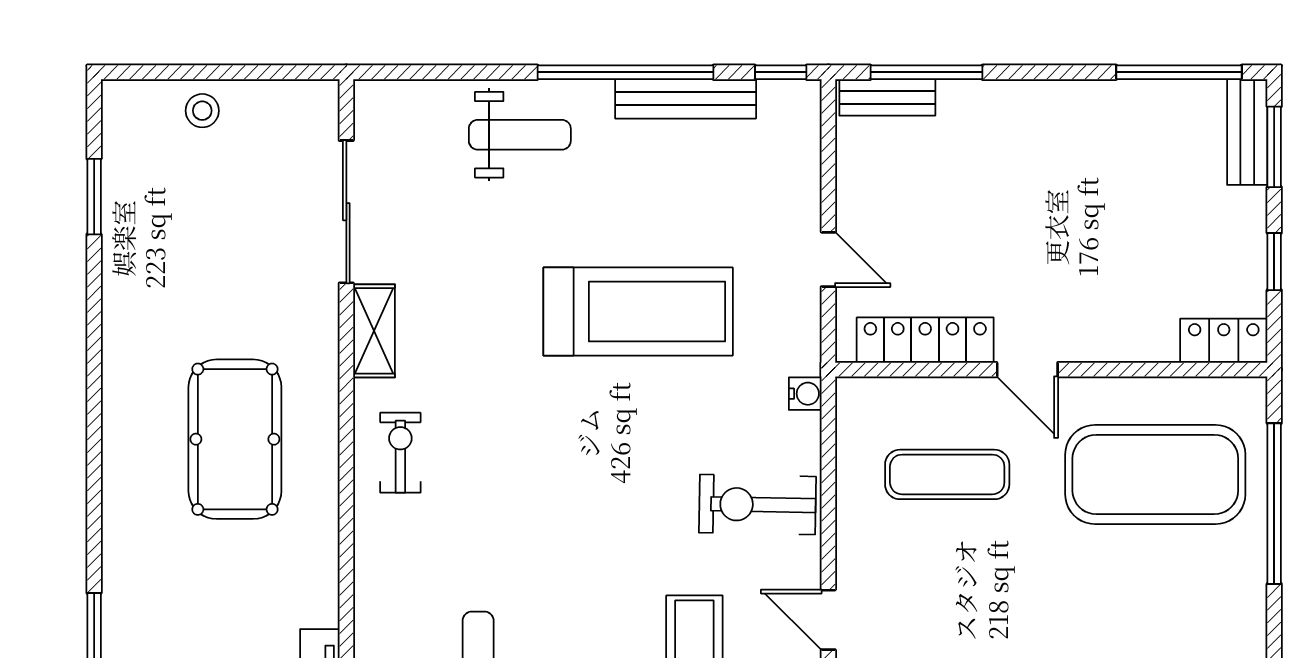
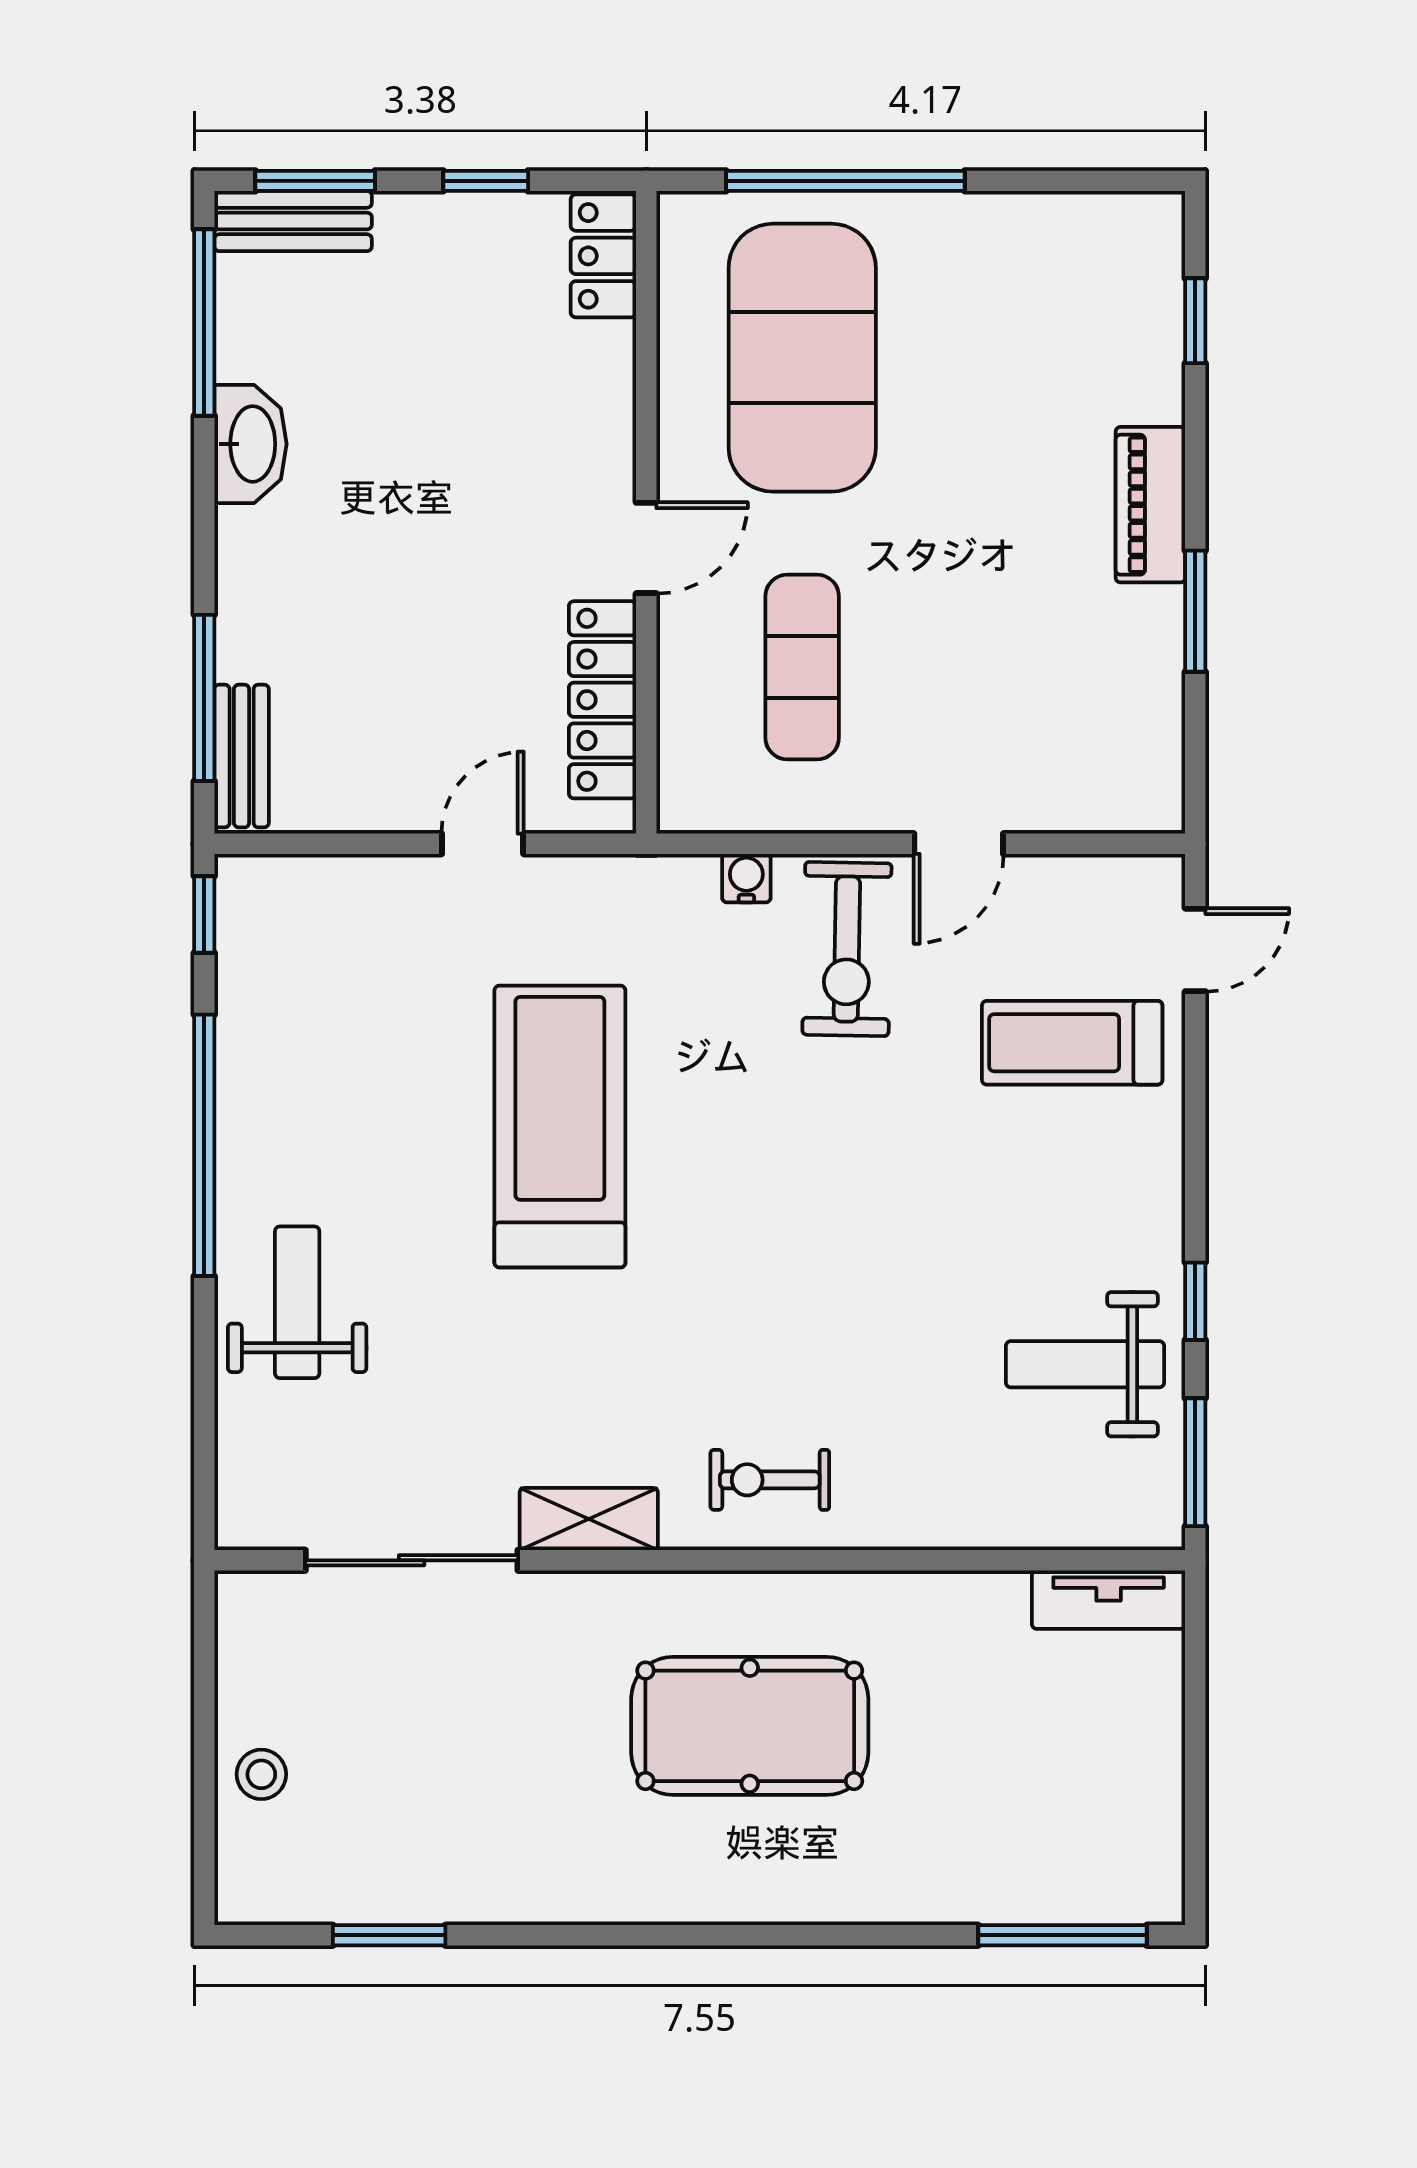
bench: (686, 99) -> (244, 1056), removed
washbasin: (1097, 103) -> (251, 444), added
water cooler: (805, 394) -> (746, 878), moved
door: (828, 620) -> (959, 844), moved

